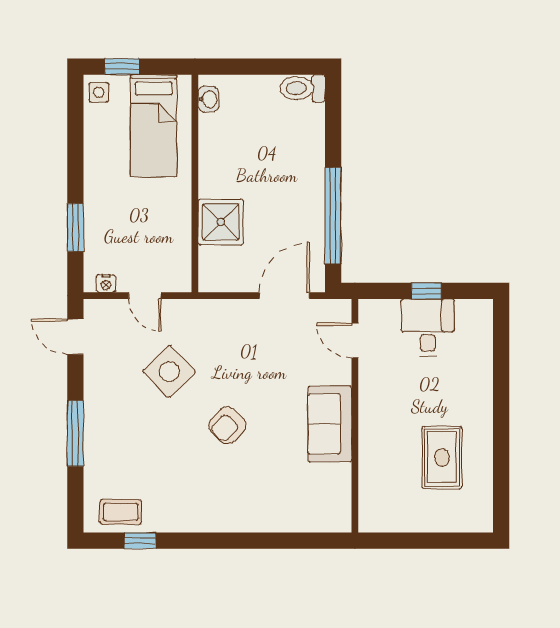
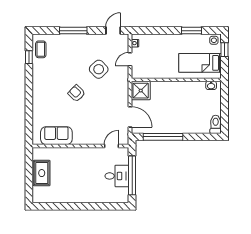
shower: (221, 222) -> (141, 91), moved
window: (75, 228) -> (192, 31), moved
window: (426, 291) -> (132, 175), width x3.17
sofa: (330, 424) -> (56, 136), moved
rug: (442, 458) -> (42, 173), moved, turned 90

